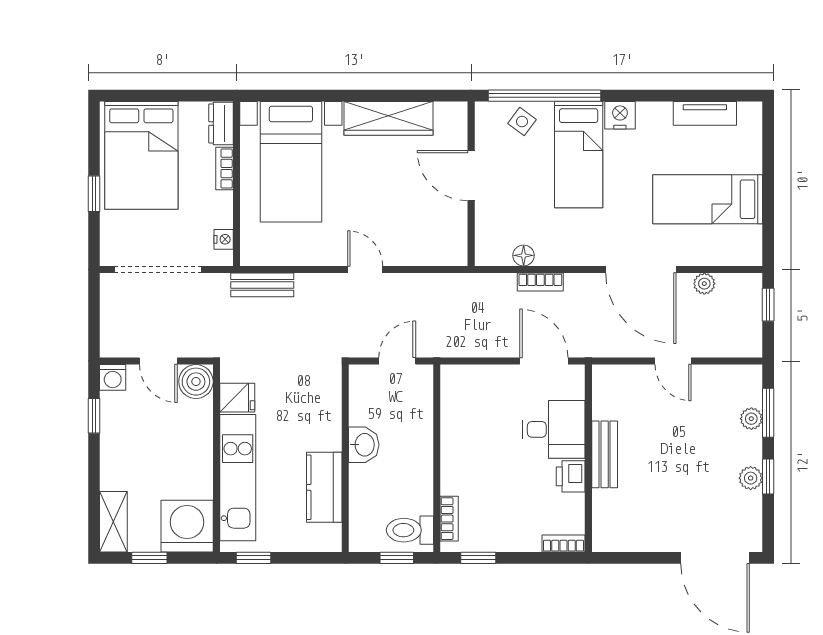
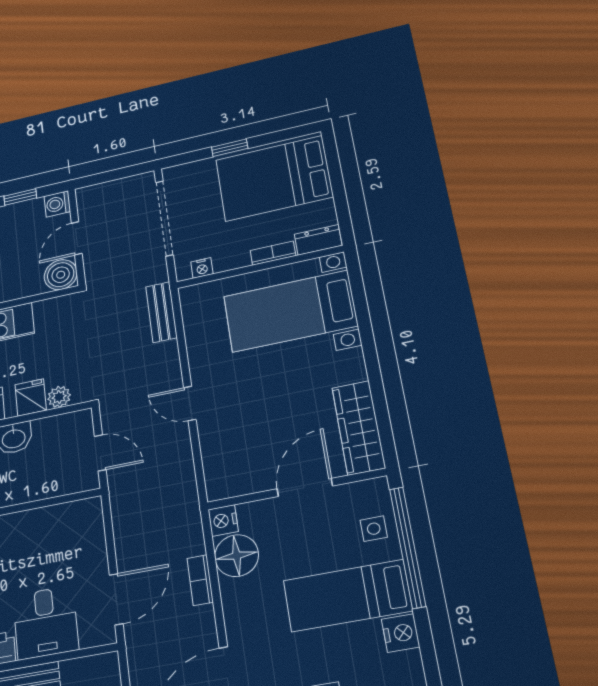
wardrobe: (388, 118) -> (359, 428), moved
side table: (522, 122) -> (374, 529), turned -37
nightstand: (488, 254) -> (223, 521), added
floor lamp: (524, 255) -> (237, 556), width x1.89, depth x1.89
door: (365, 269) -> (190, 403), swing flipped
plant: (330, 396) -> (59, 397), added
fridge: (237, 398) -> (31, 397), moved, turned 180

